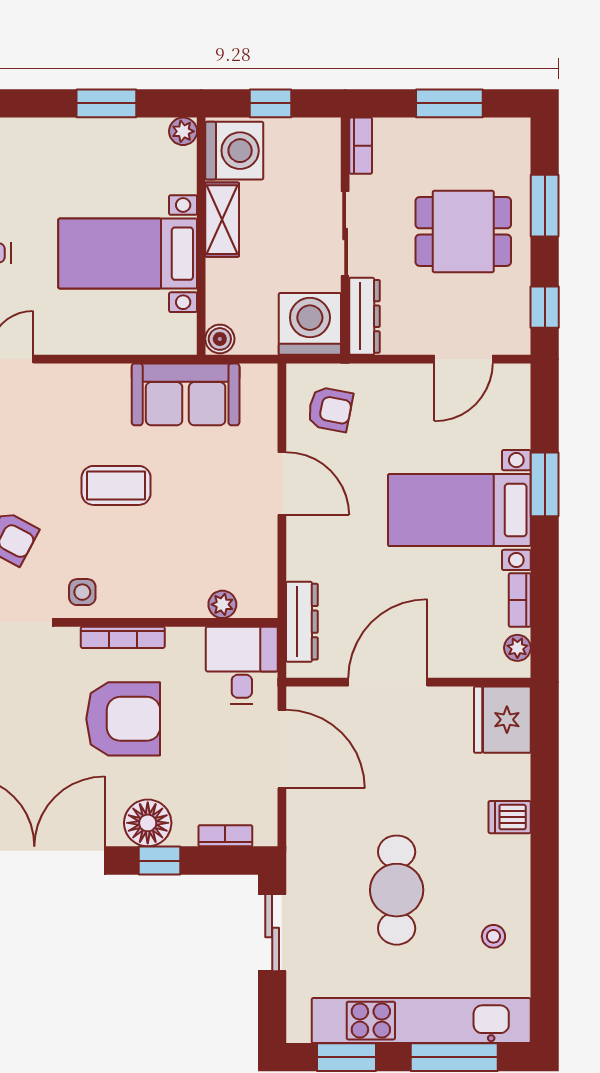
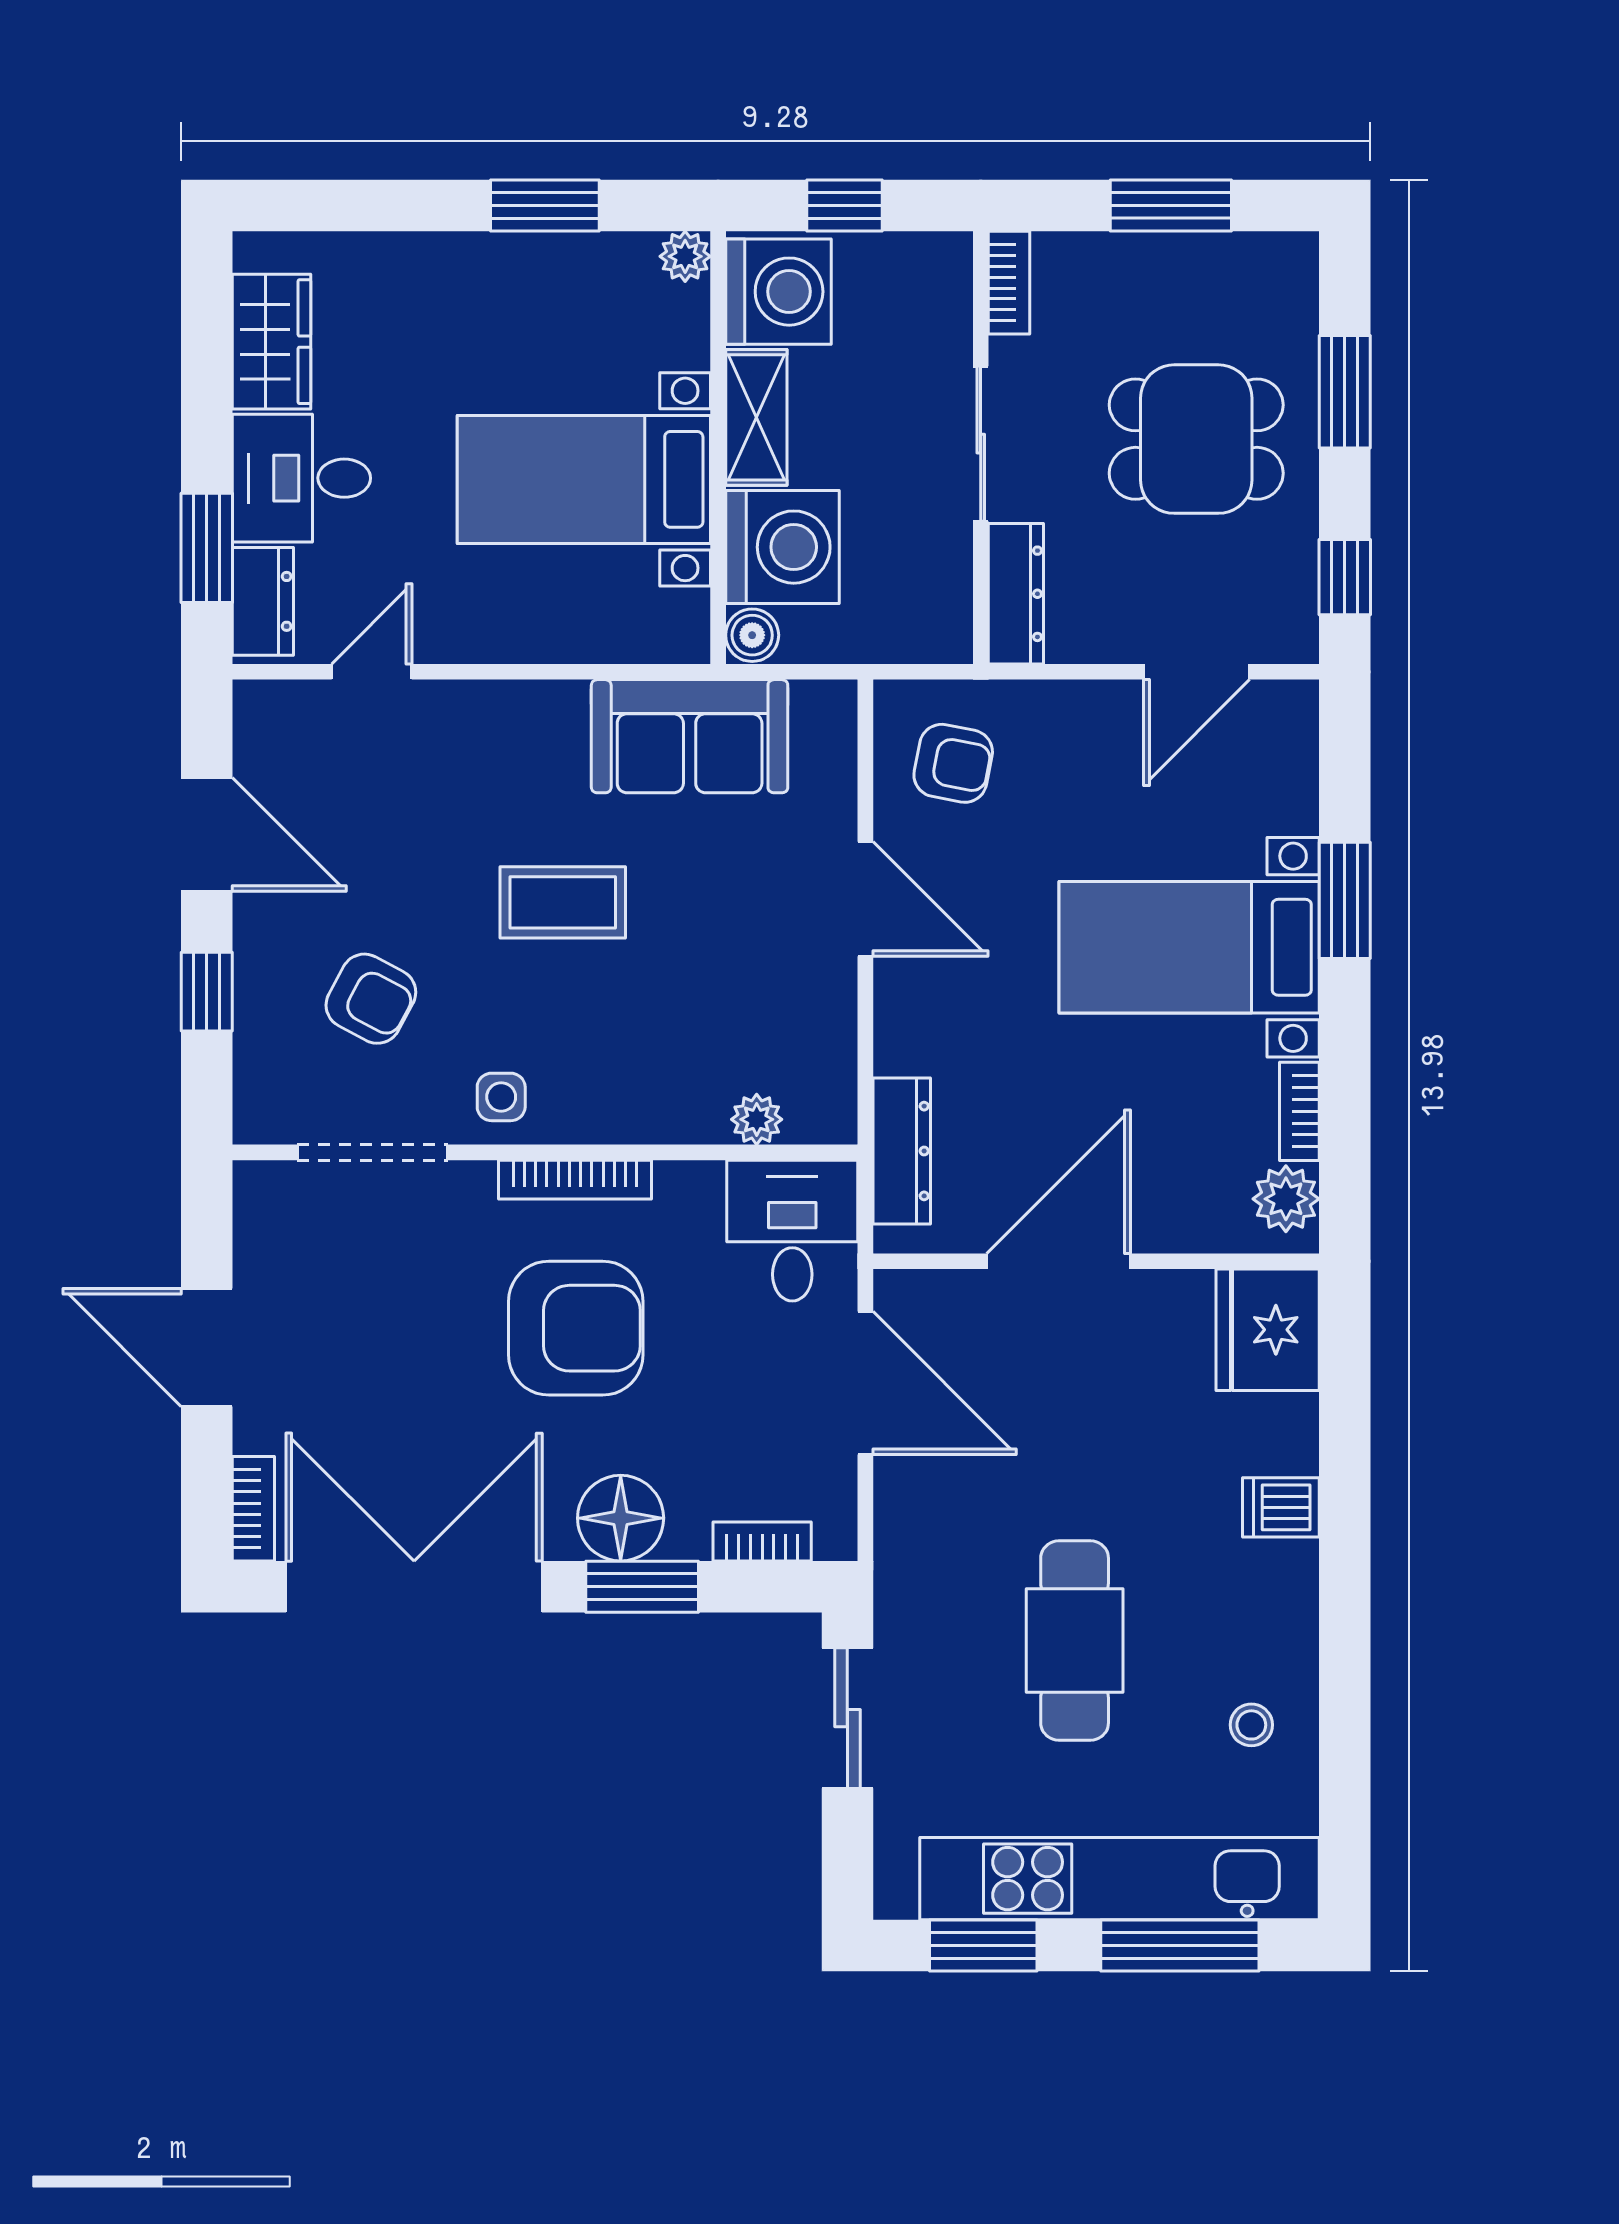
washing machine: (310, 324) -> (782, 547), moved, turned 90
plant: (517, 648) -> (1286, 1199), width x1.38, depth x1.38
window: (159, 861) -> (642, 1587), width x1.50

